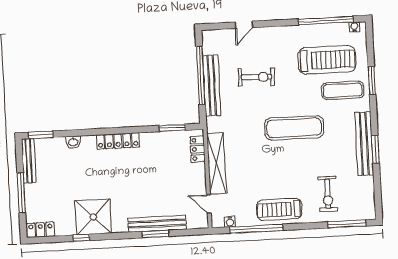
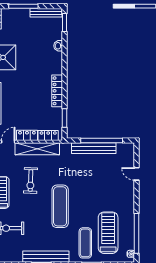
treadmill: (327, 60) -> (108, 233), turned 180
exercise bike: (256, 77) -> (31, 180), moved
locker: (118, 141) -> (57, 91), moved
locker: (199, 178) -> (27, 135), added

